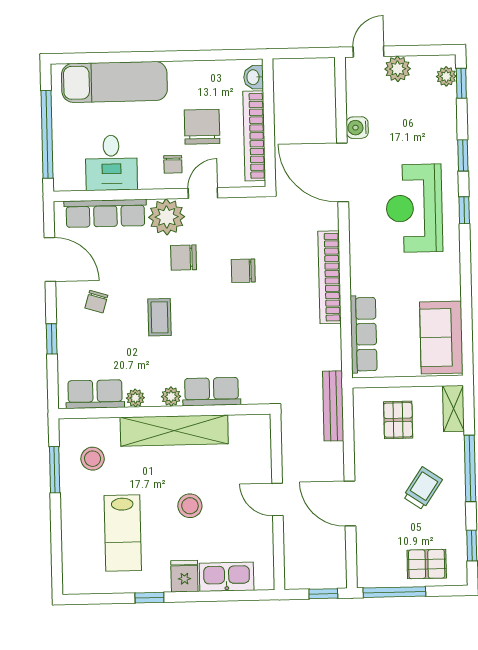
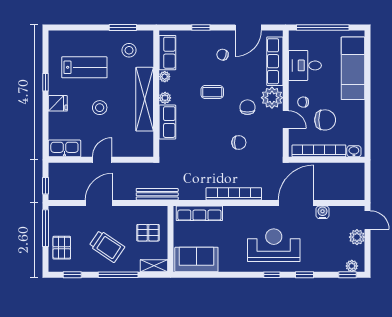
chair: (243, 271) -> (239, 143), turned 90
trolley: (423, 488) -> (107, 246), width x1.36, depth x1.39
lab bench: (123, 533) -> (84, 67), turned 180
kitchen sink: (227, 577) -> (64, 148), moved, turned -90

